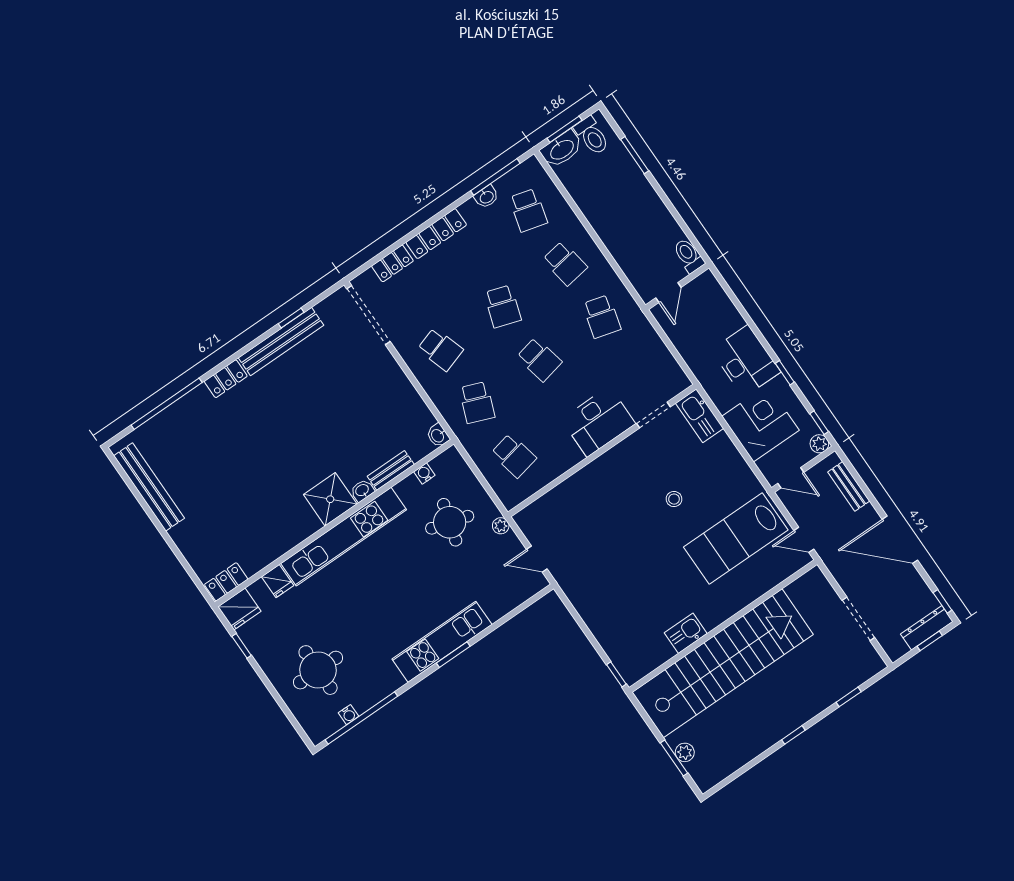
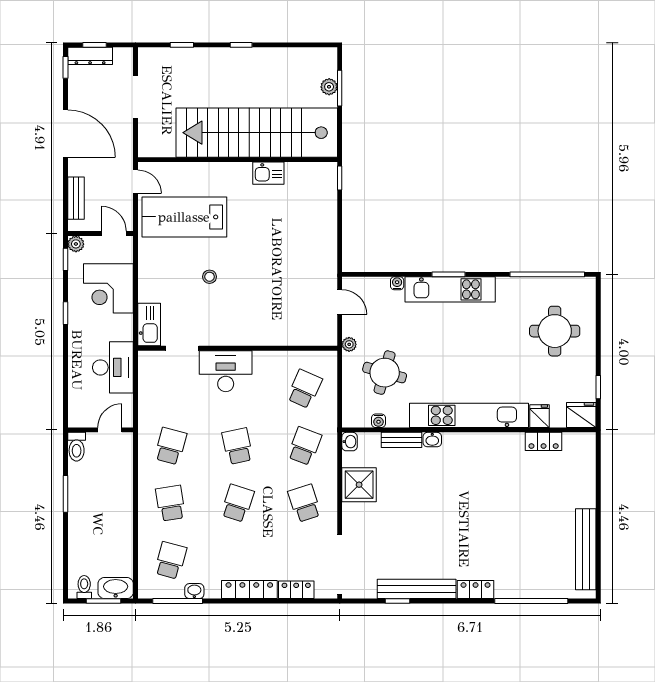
toilet: (592, 136) -> (84, 587), width x0.73, depth x0.72
window: (635, 155) -> (65, 494), moved
desk: (746, 361) -> (113, 367), moved, turned 180
school desk: (514, 456) -> (305, 389), turned 36
shower: (330, 499) -> (359, 485), moved
lab bench: (736, 538) -> (184, 217), turned 180
locker: (226, 582) -> (544, 441), moved
water cooler: (349, 715) -> (397, 283), moved

